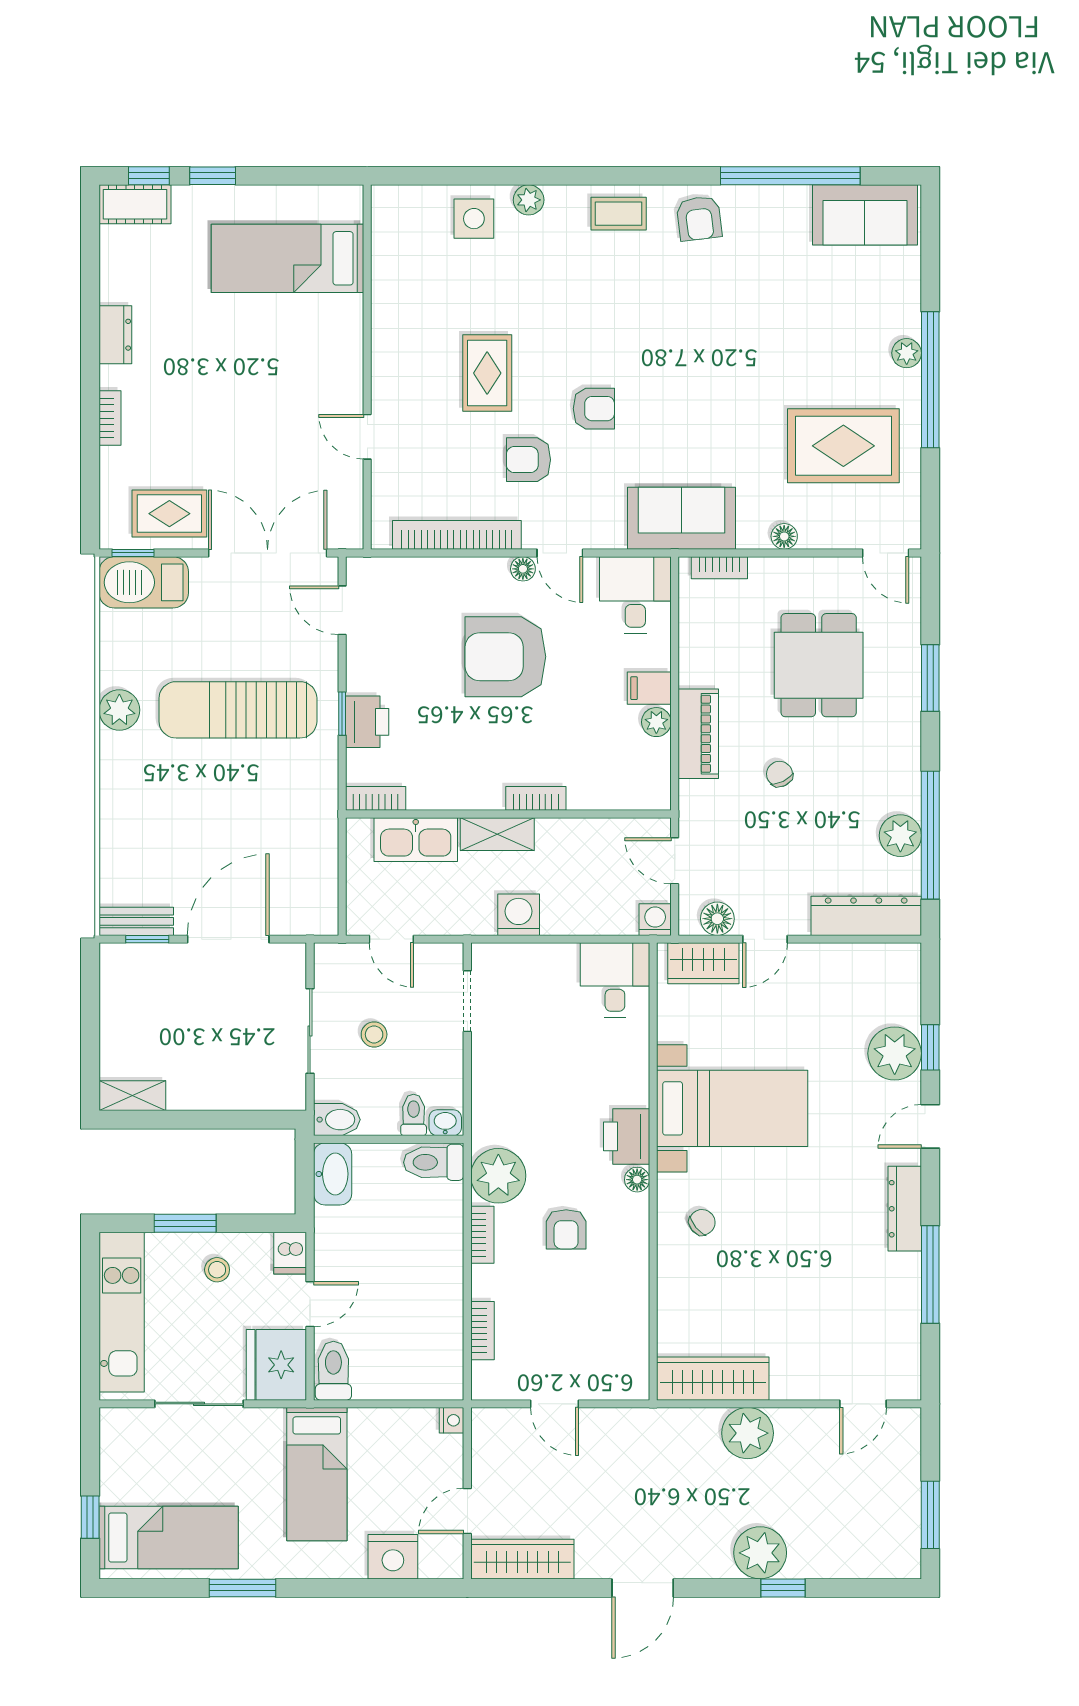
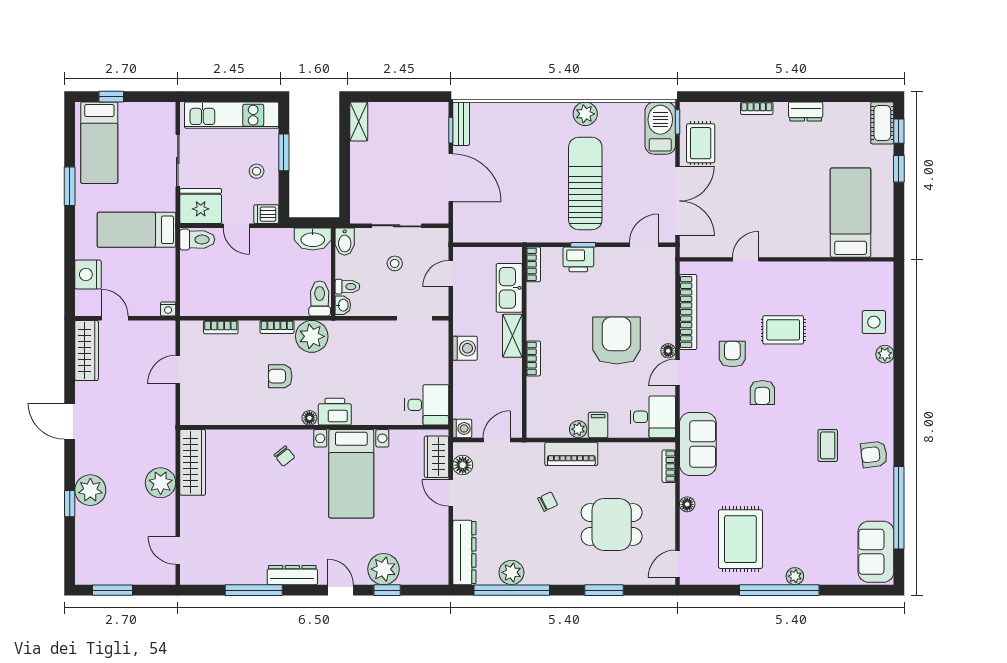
coffee table: (619, 214) -> (828, 445), moved

